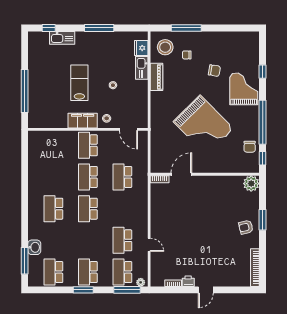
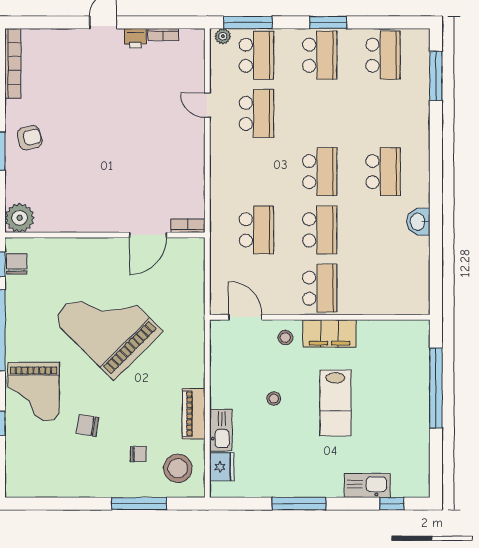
chair: (250, 147) -> (17, 264), moved
washbasin: (34, 247) -> (418, 222), moved

